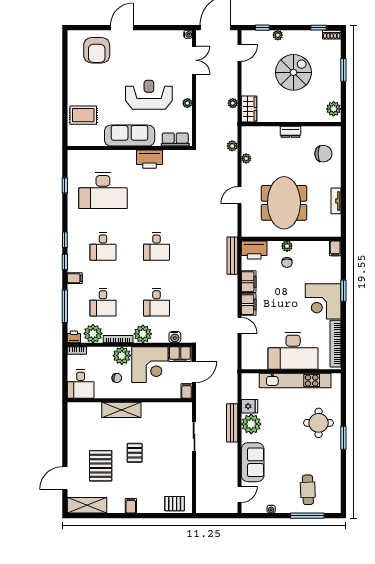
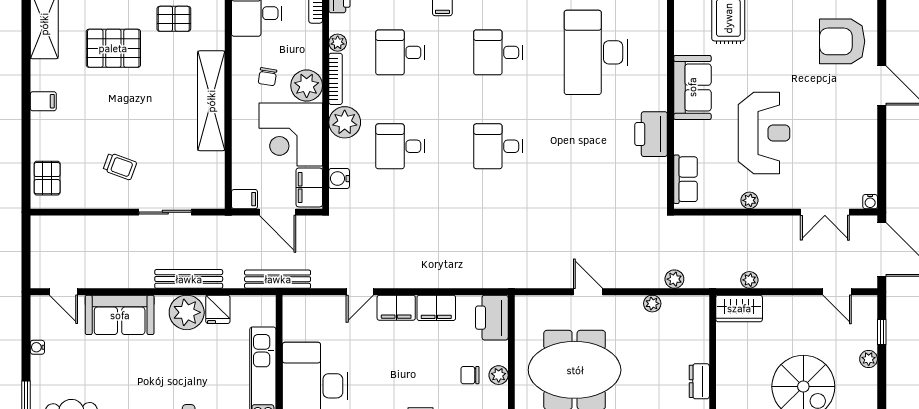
sofa: (130, 136) -> (692, 87), width x0.73
bench: (232, 256) -> (278, 279), moved
plant: (93, 334) -> (338, 43), width x0.53, depth x0.53
shelving: (121, 410) -> (211, 101), width x1.47
pallet: (135, 453) -> (174, 19), moved
trolley: (168, 462) -> (120, 166), added

